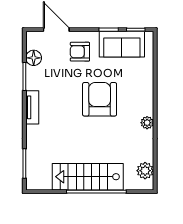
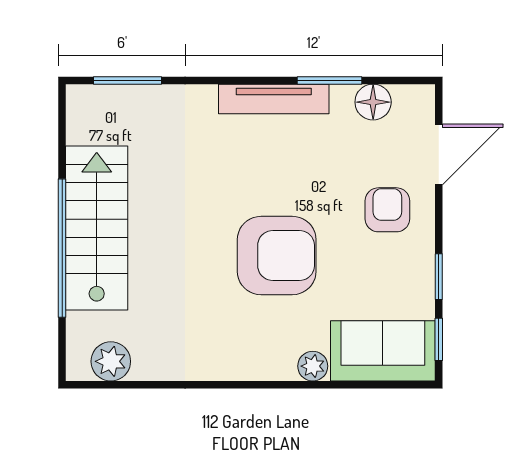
sofa: (122, 44) -> (383, 351), moved, turned 90
tv unit: (32, 107) -> (274, 99), width x1.41
plant: (147, 123) -> (313, 366), moved

